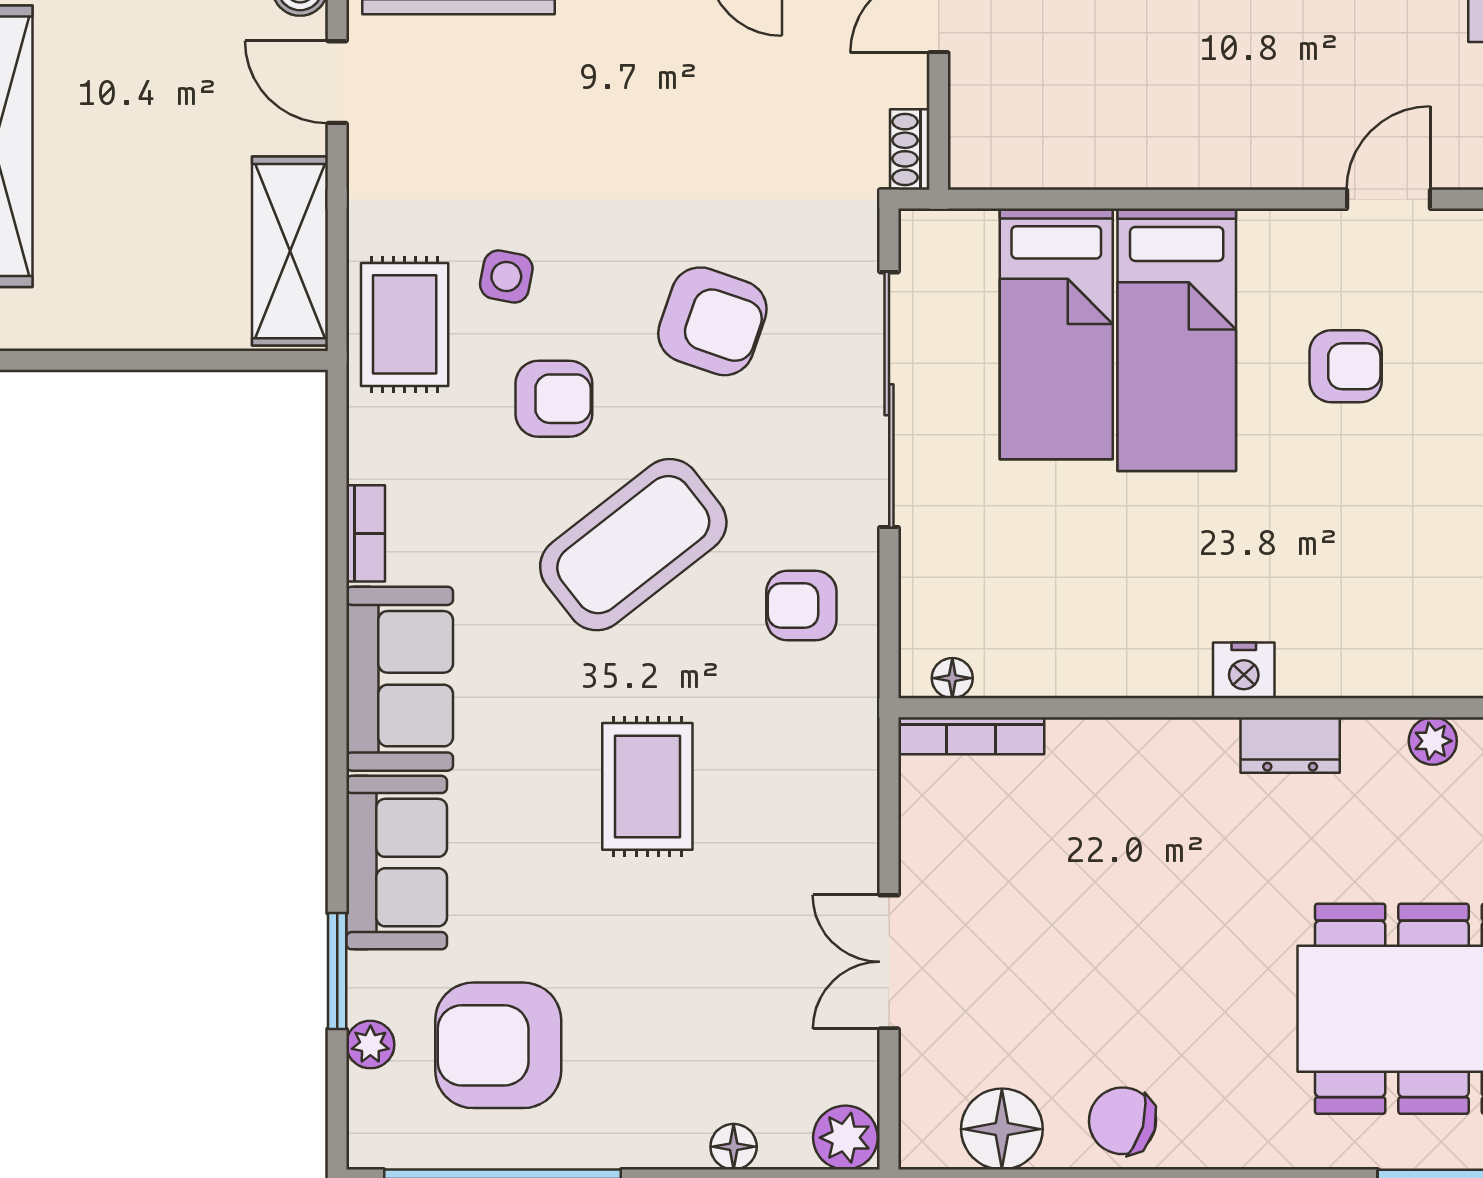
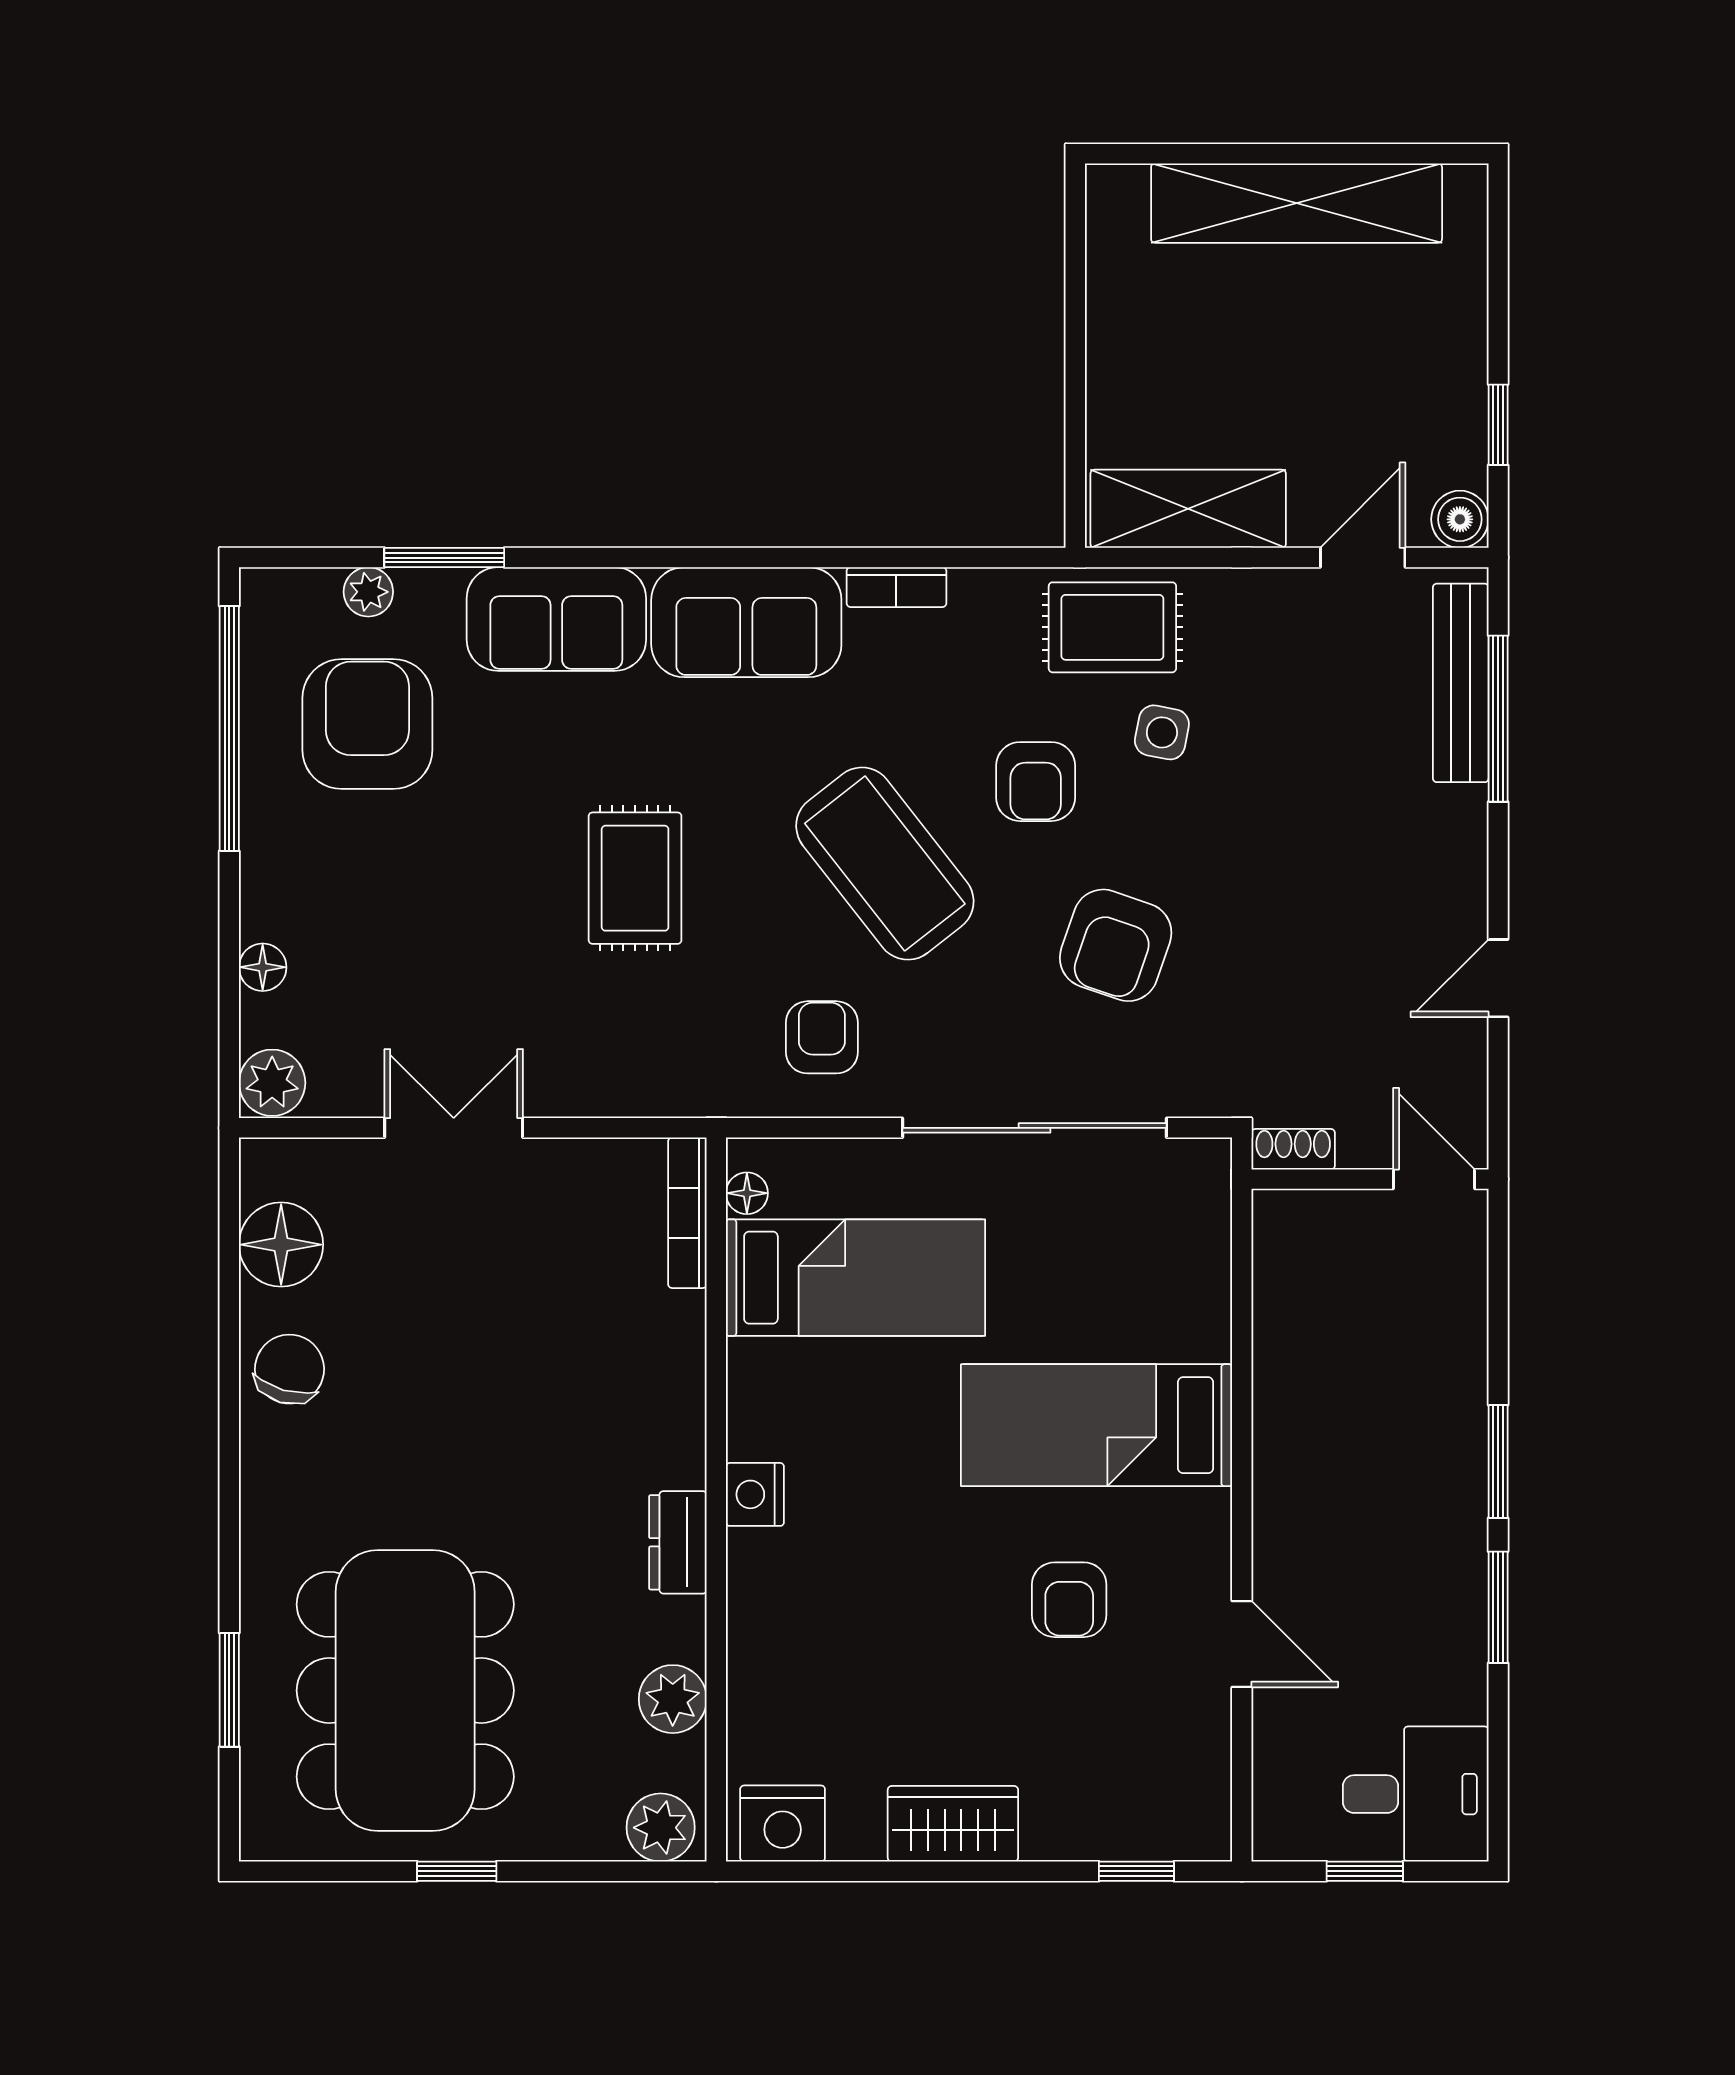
bed: (1056, 334) -> (856, 1278), moved, turned 180
plant: (1433, 741) -> (673, 1699), width x1.38, depth x1.38
rug: (647, 786) -> (635, 878), turned 90

